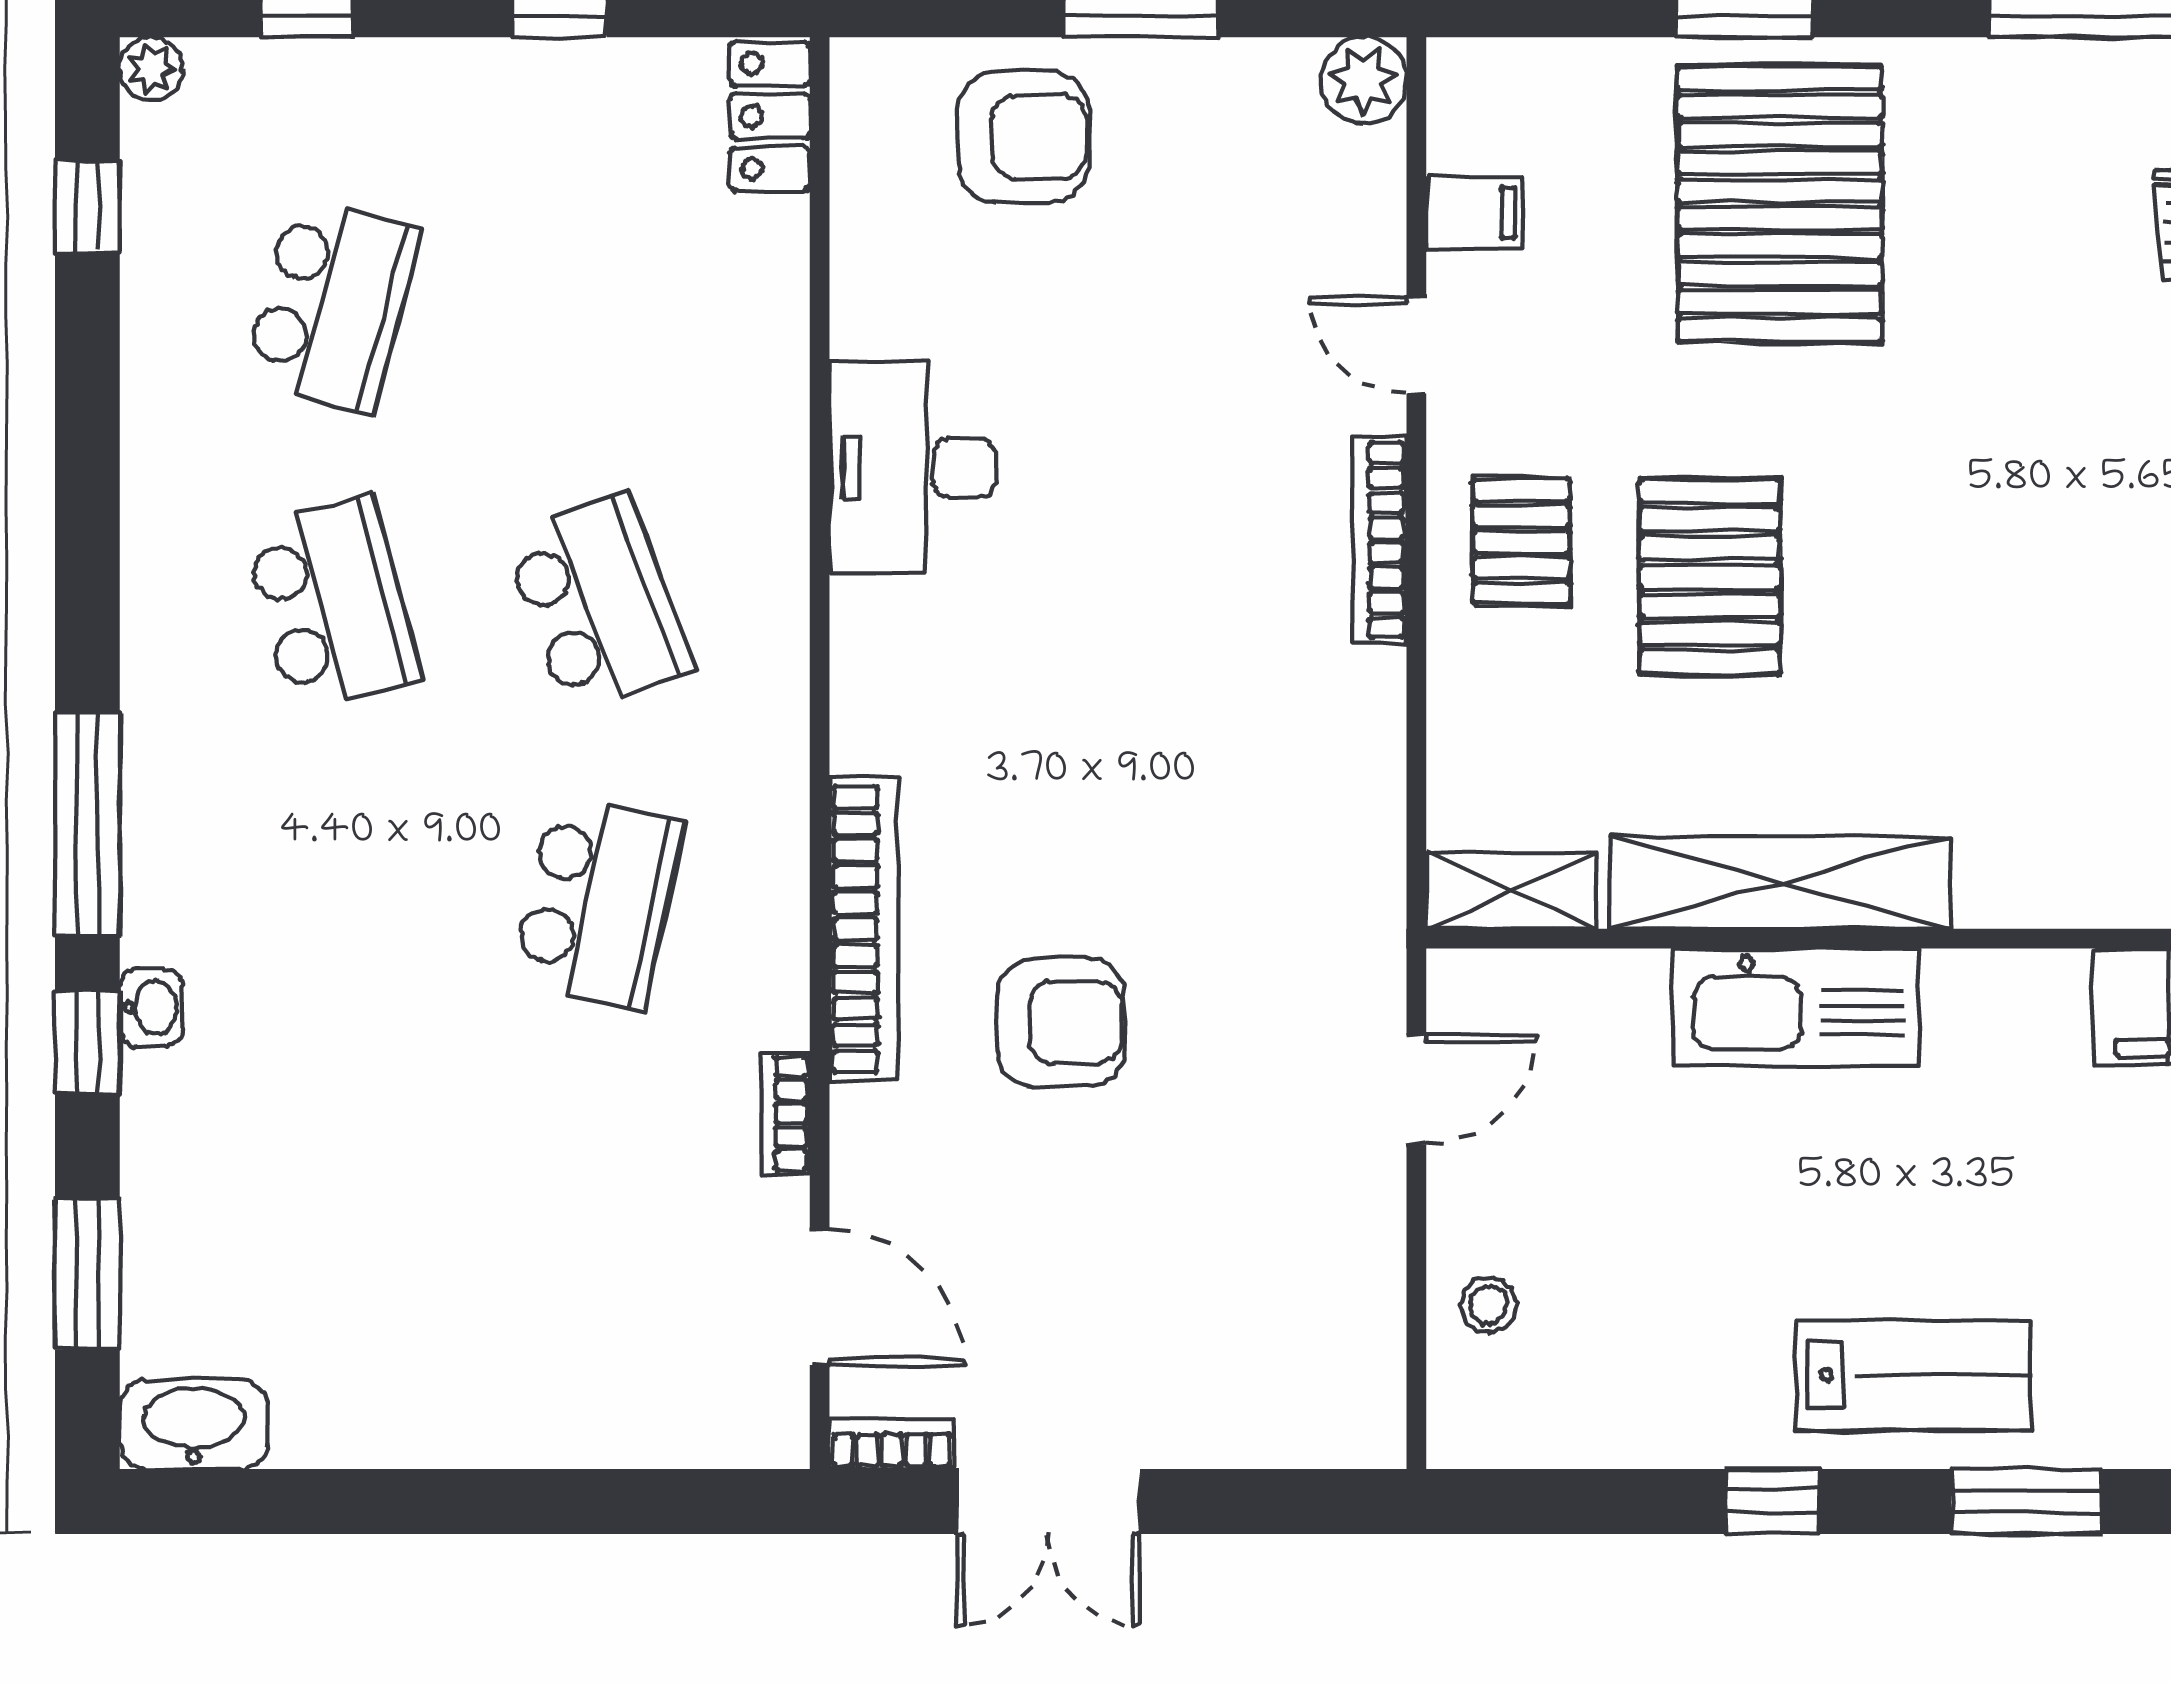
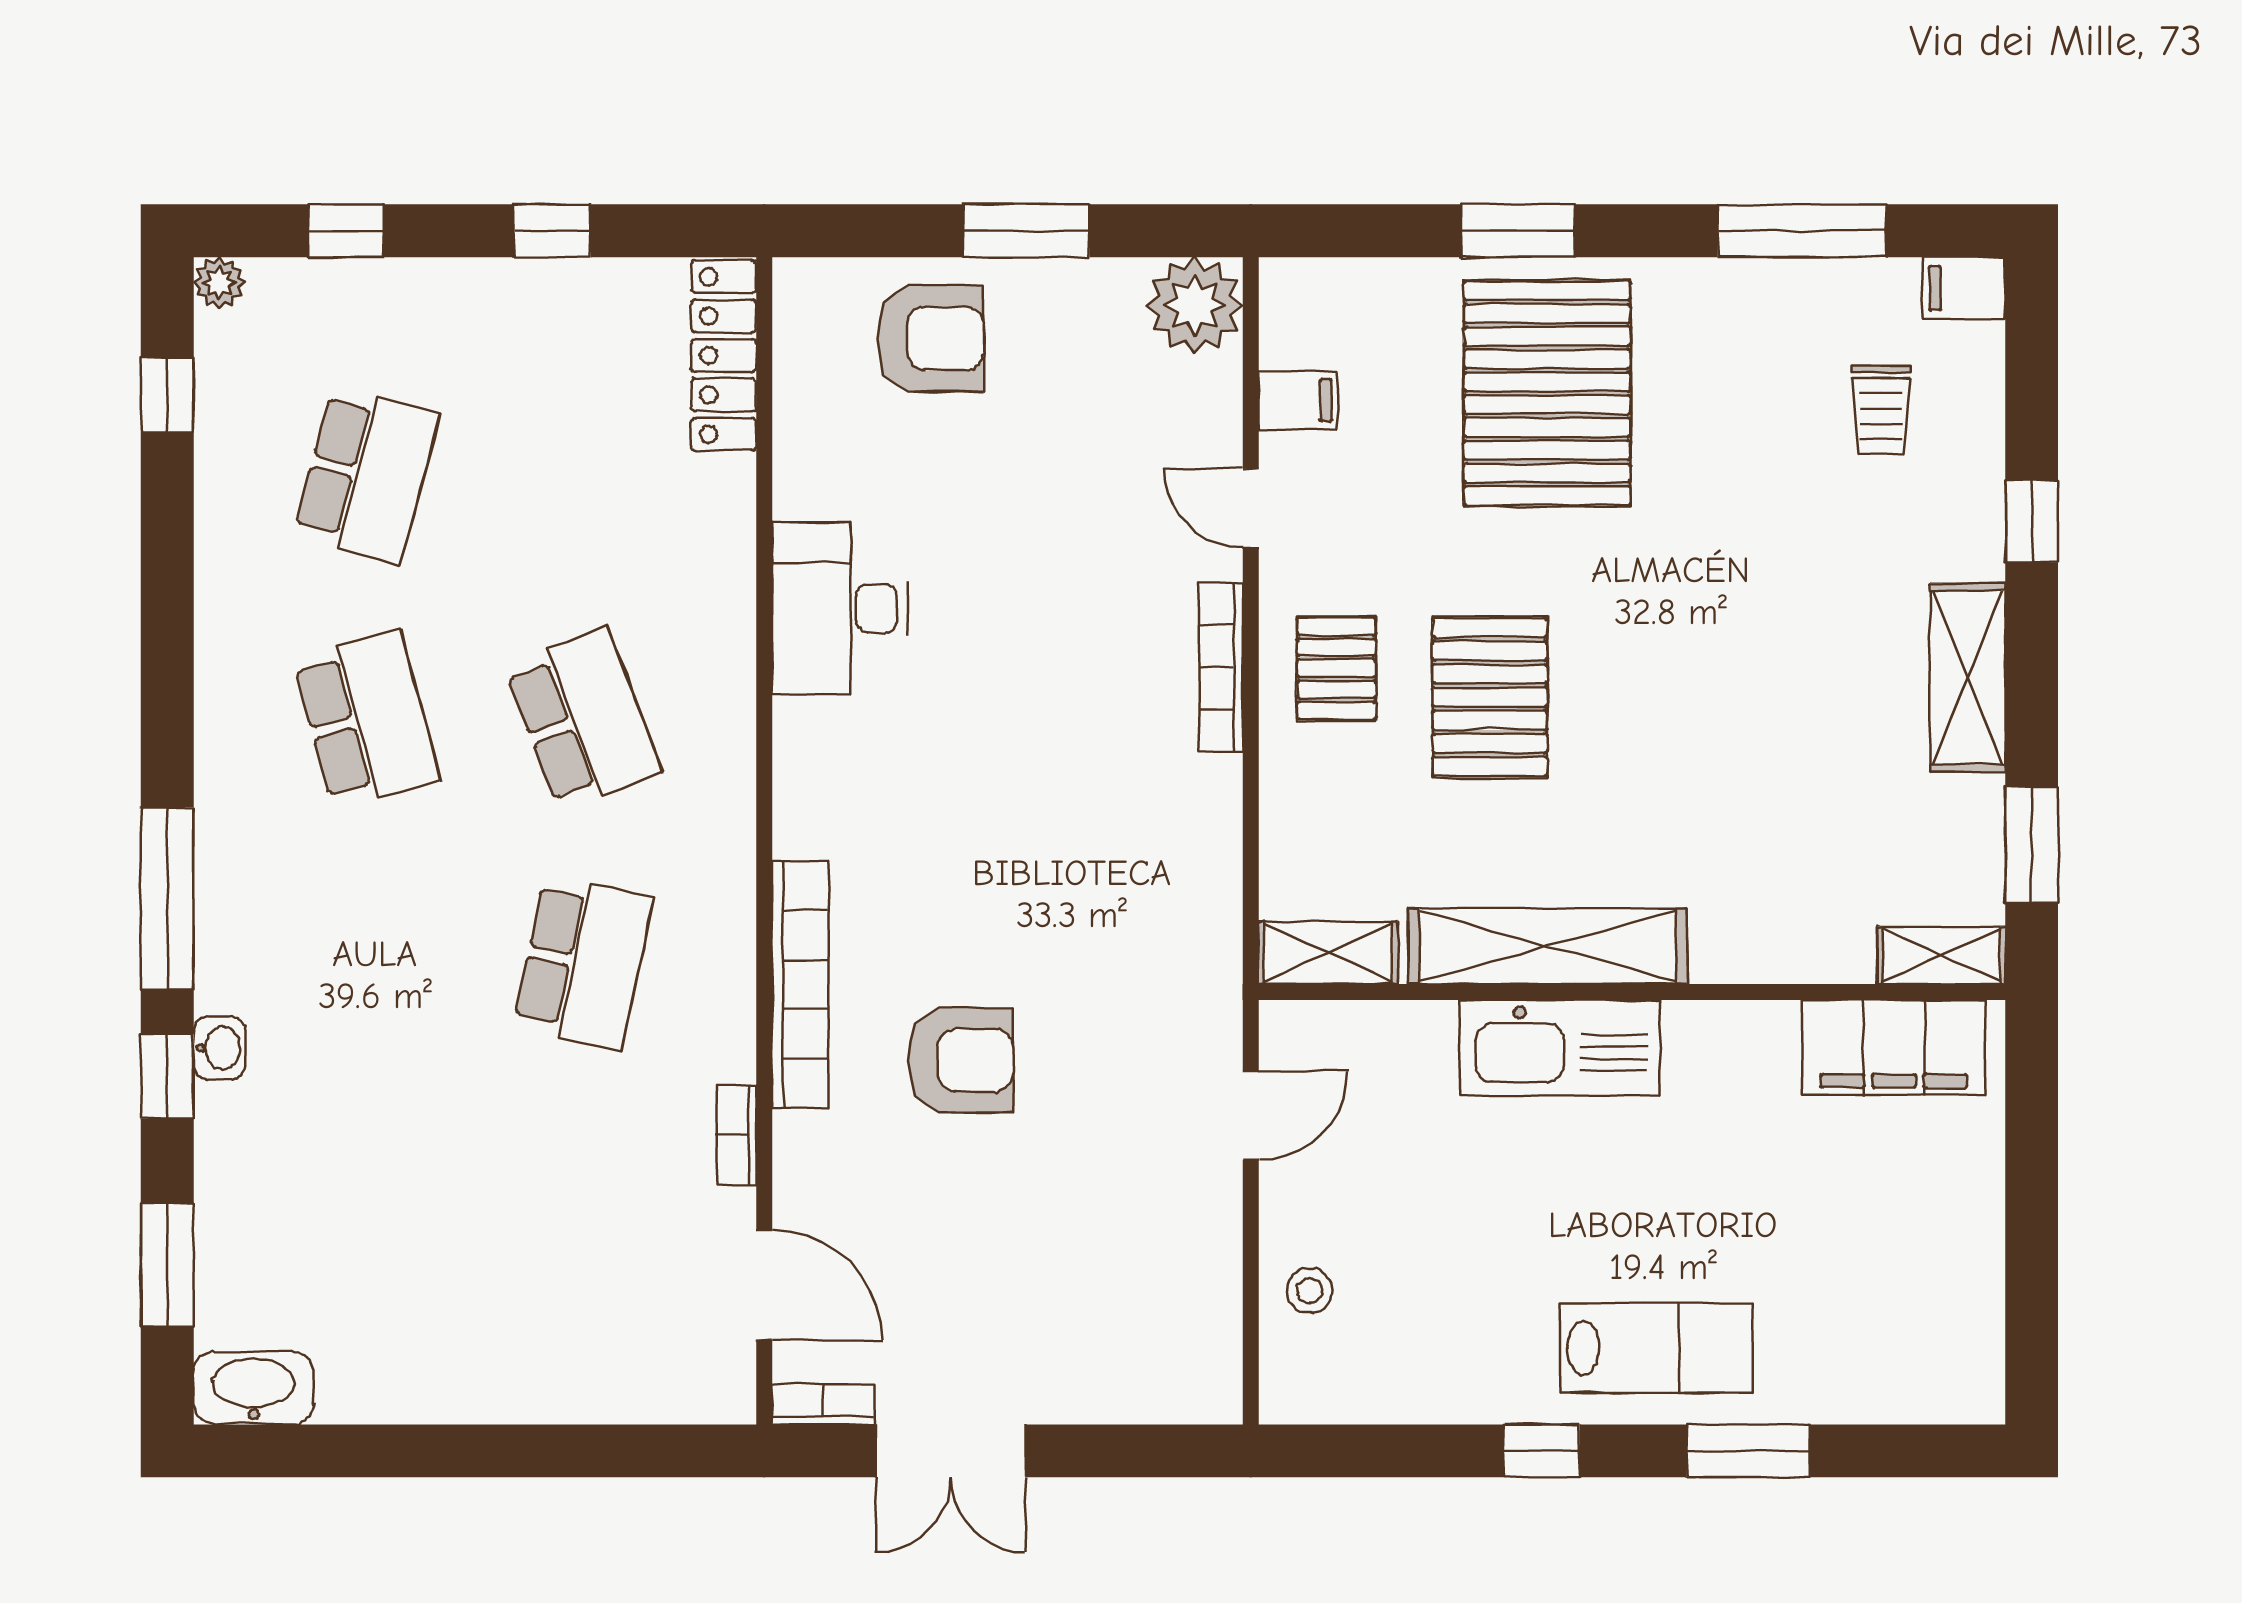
plant: (1363, 80) -> (1195, 305), width x1.36, depth x1.36
locker: (770, 116) -> (724, 355), width x1.53

